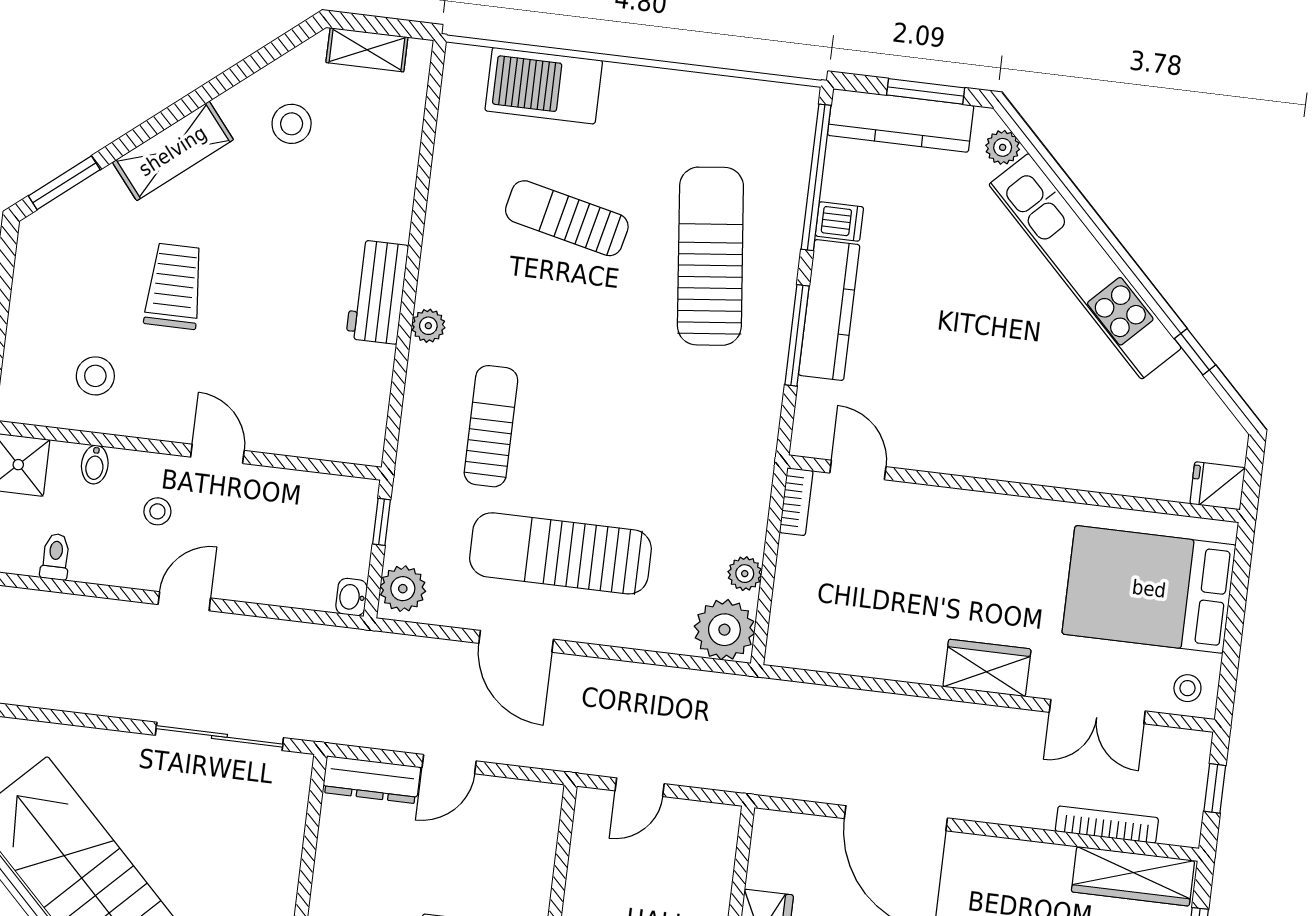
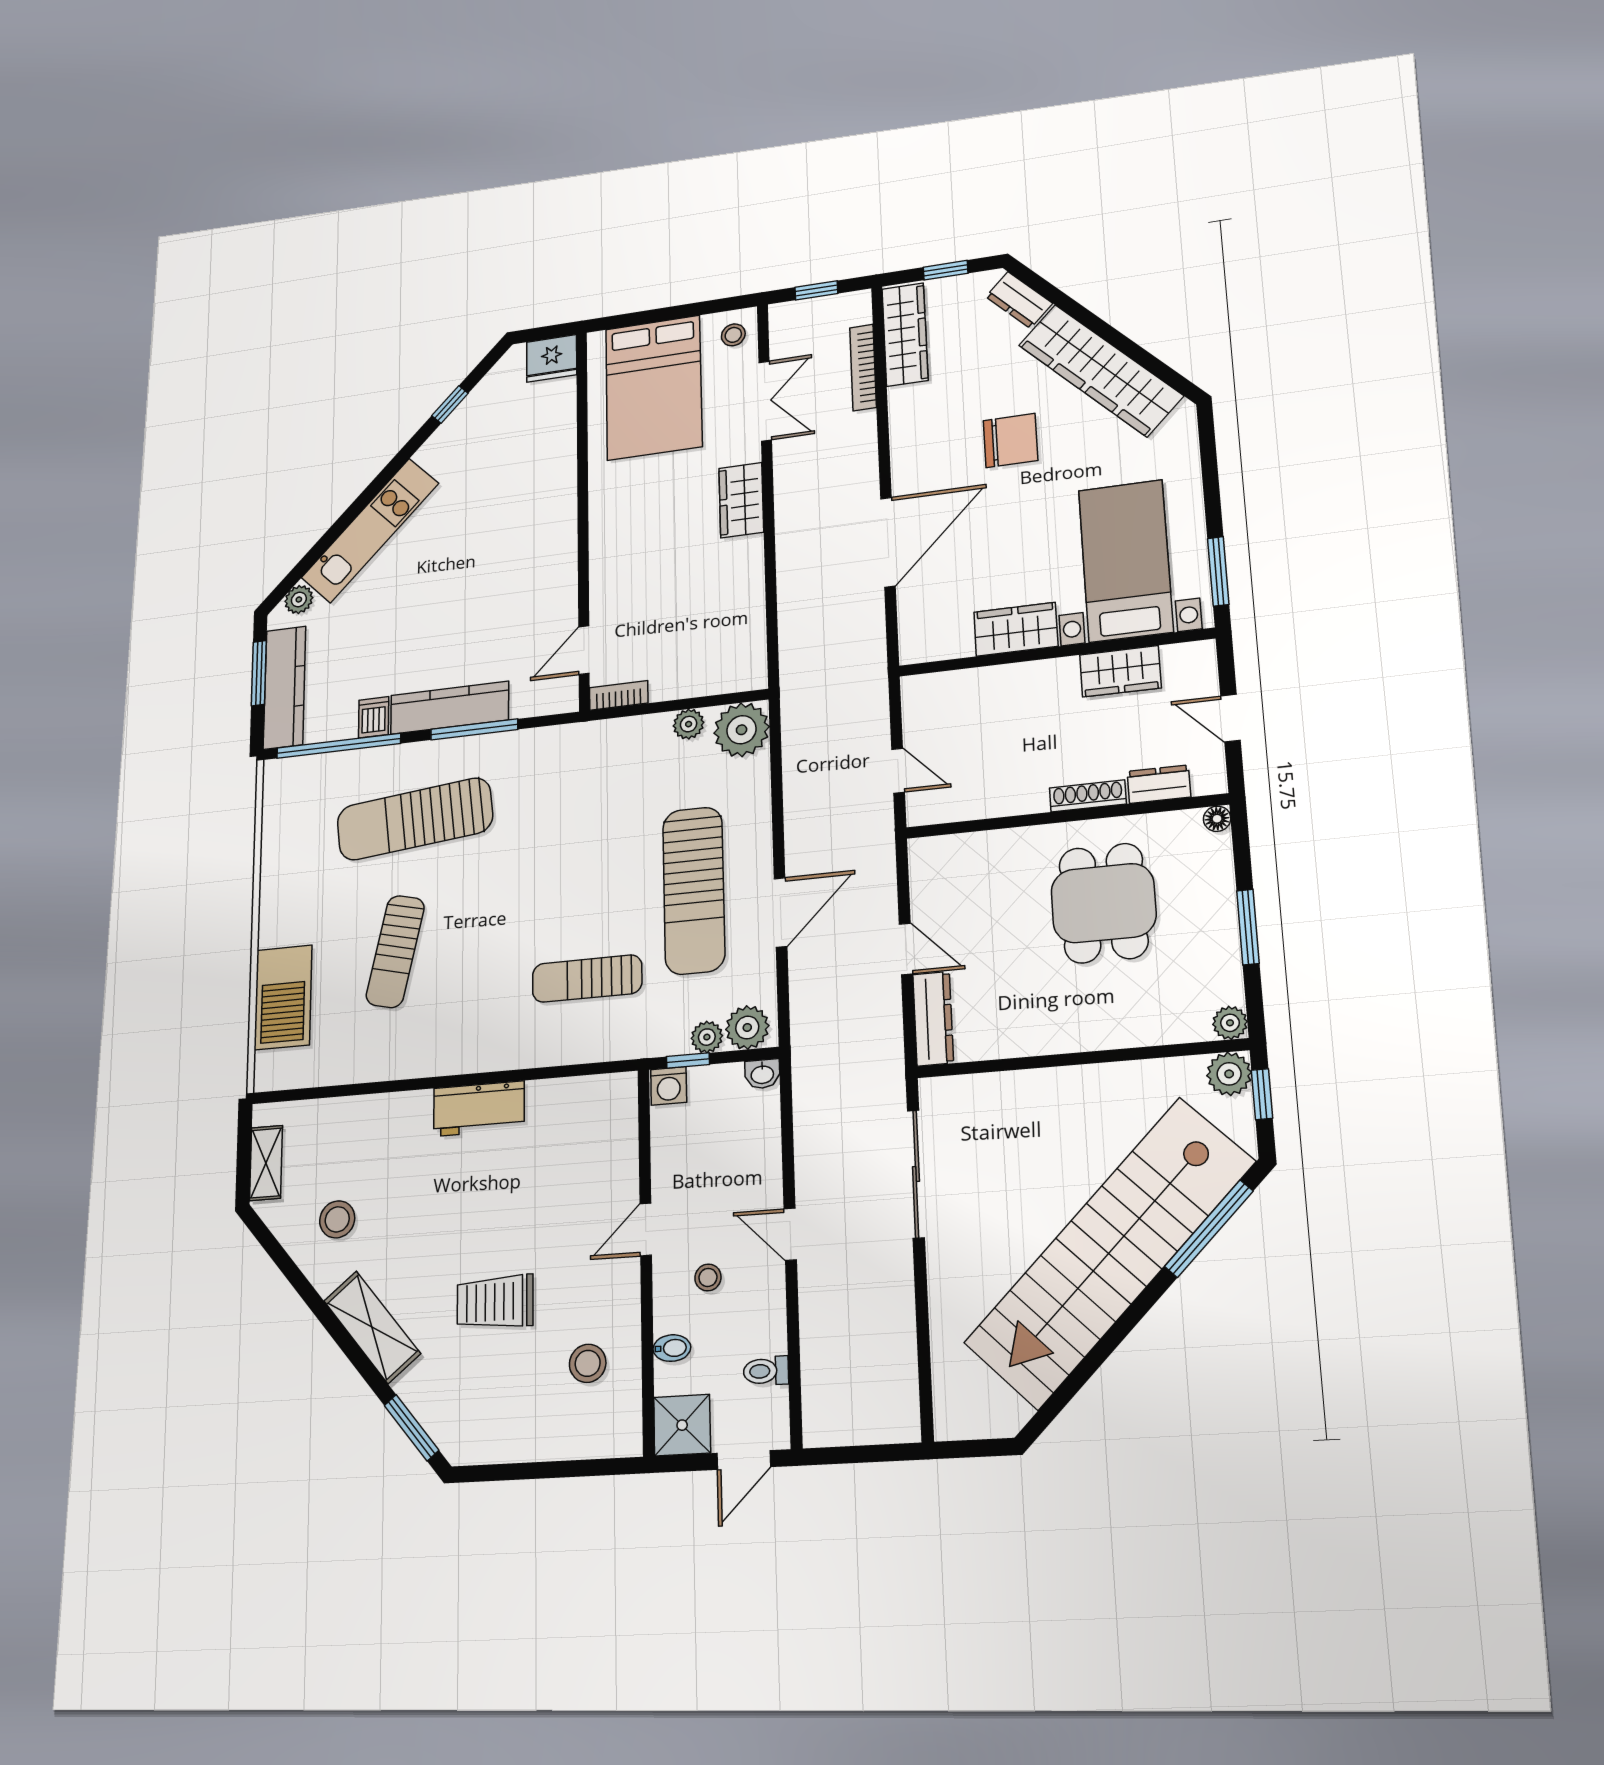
kitchen unit: (1085, 266) -> (370, 531), width x0.73
plant: (428, 326) -> (707, 1037), moved
fridge: (1218, 486) -> (552, 358), width x1.38
washing machine: (359, 498) -> (669, 1086), added

